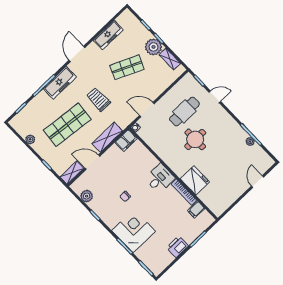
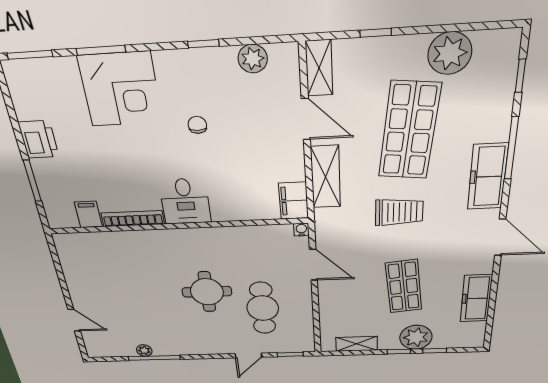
plant: (153, 47) -> (416, 337), moved
shop shelf: (127, 67) -> (404, 286), turned -30
door: (147, 110) -> (314, 265), hinge flipped
plant: (30, 139) -> (450, 53), width x1.87, depth x1.87
door: (92, 162) -> (306, 119), hinge flipped
fridge: (195, 180) -> (141, 247), removed

